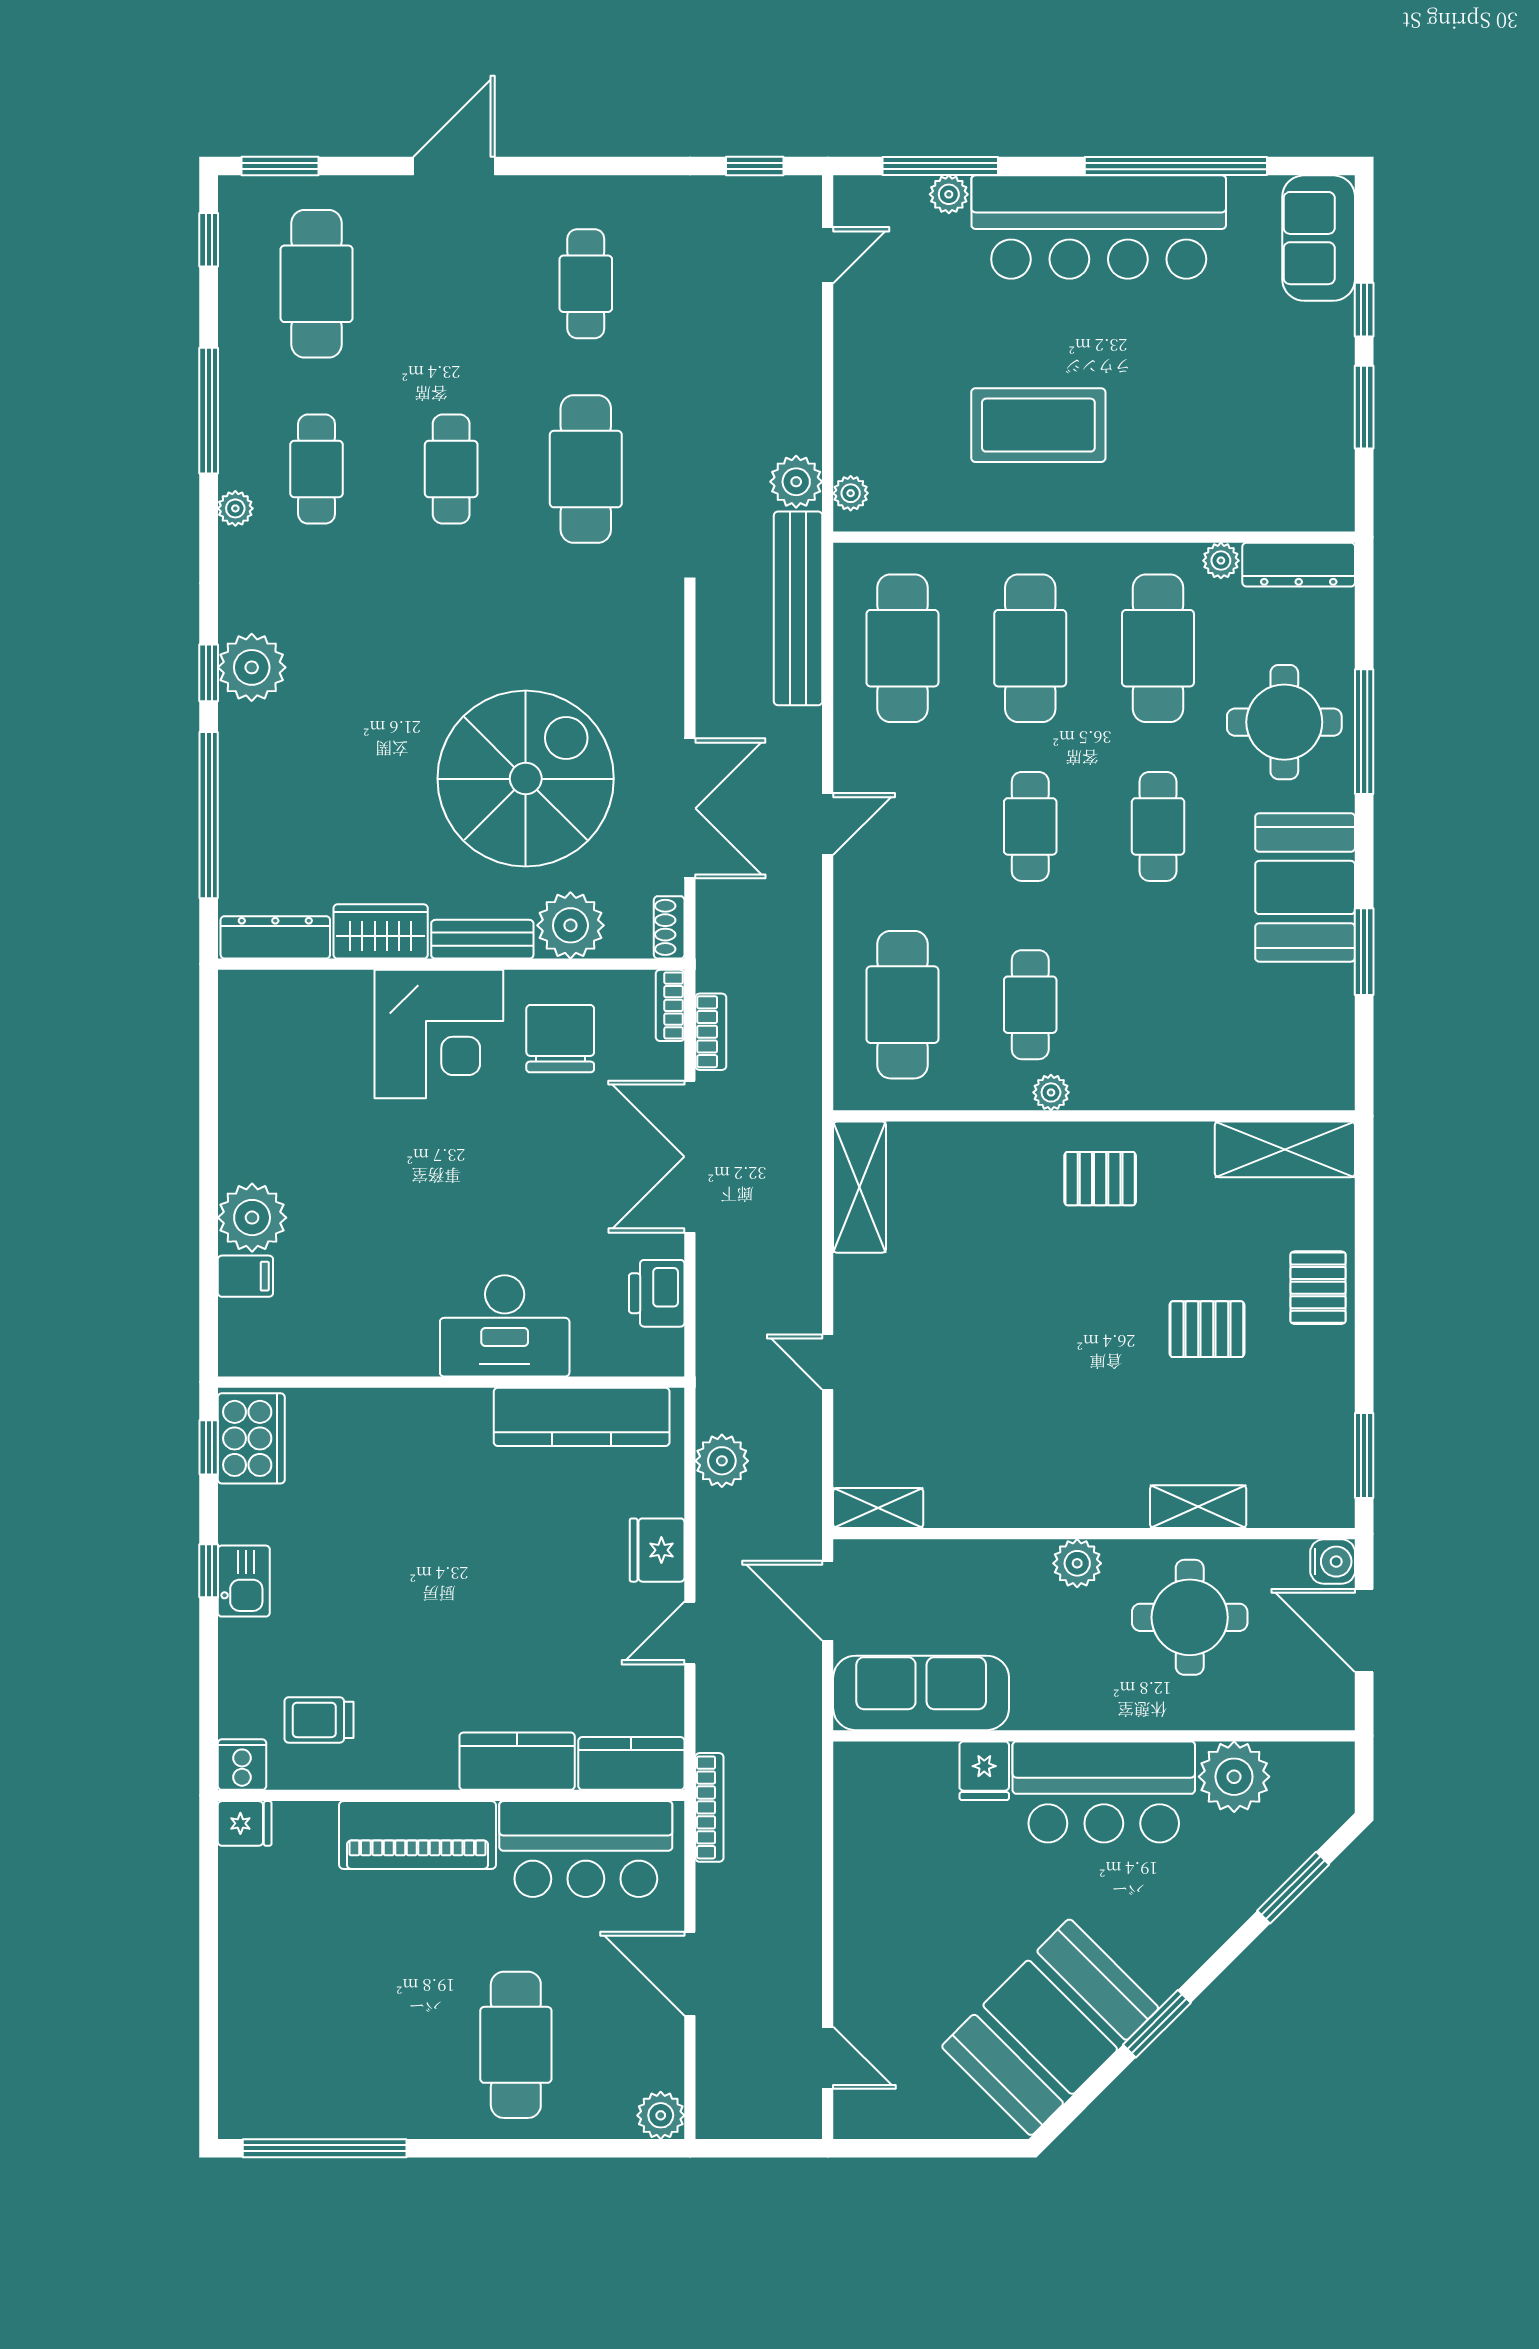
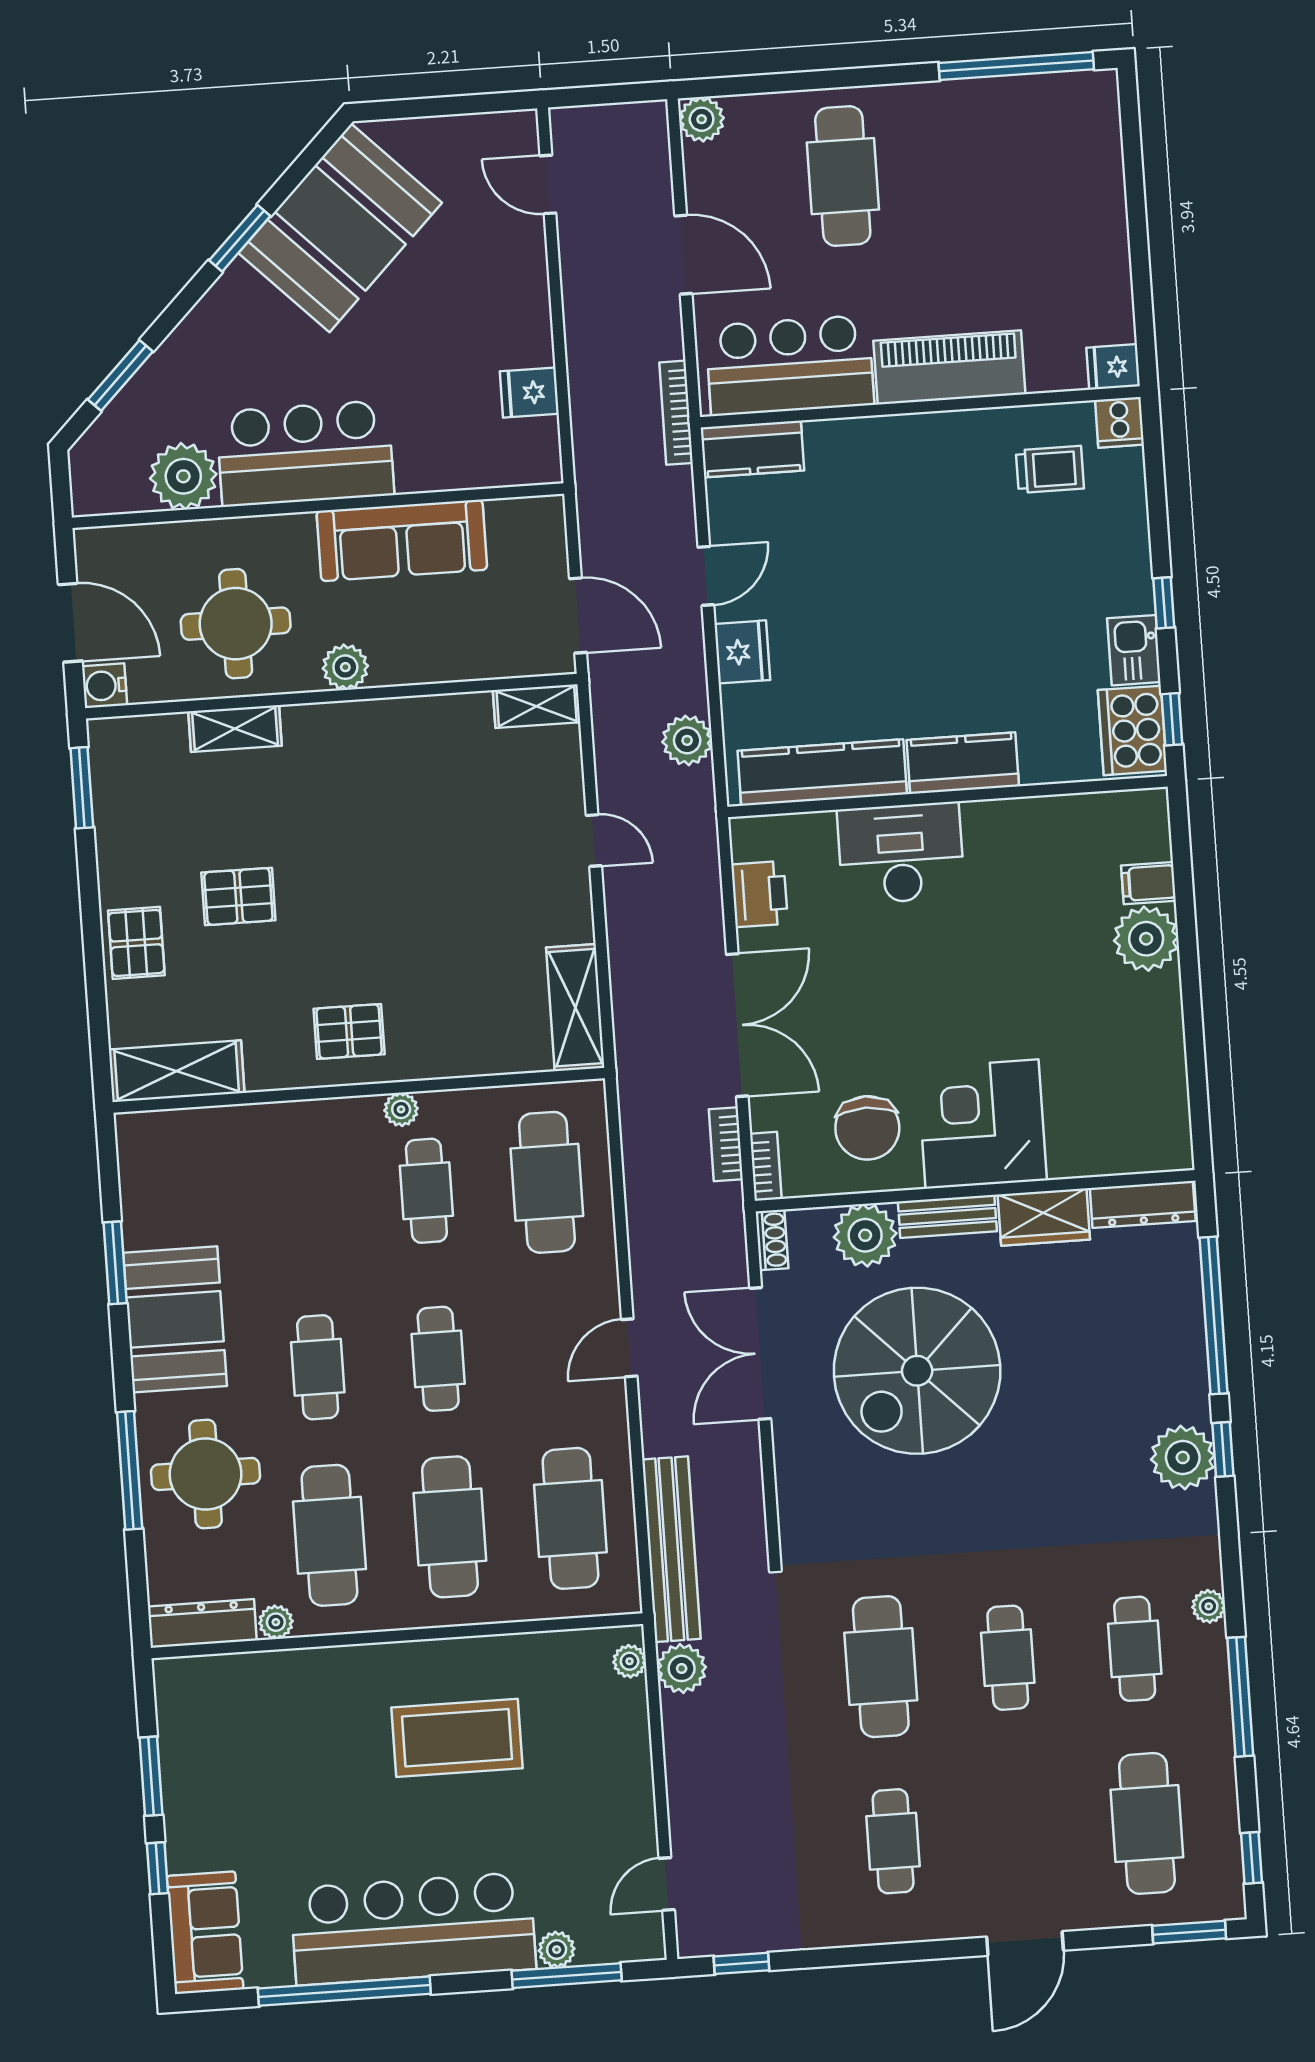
kitchen sink: (244, 1581) -> (1134, 650), moved
sofa: (921, 1693) -> (402, 540), moved
kitchen counter: (517, 1761) -> (963, 763), moved, turned 180
fridge: (984, 1771) -> (529, 393), moved, turned -90

